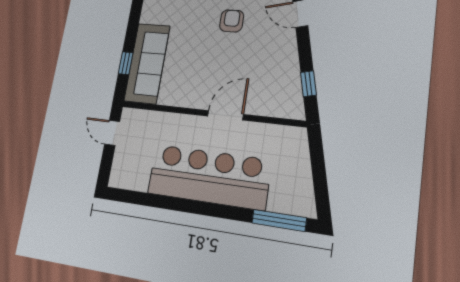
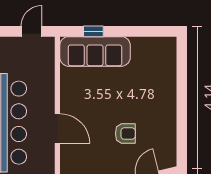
armchair: (232, 21) -> (125, 134), moved

